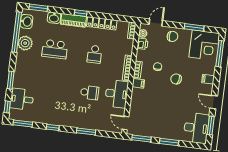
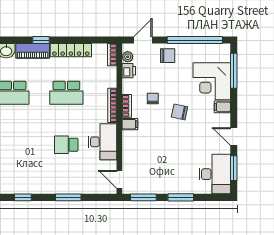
window: (194, 27) -> (195, 40), width x2.11
corner desk: (204, 45) -> (212, 81), moved, turned 90
school desk: (94, 54) -> (66, 93), width x1.85
school desk: (90, 93) -> (66, 145), turned 180

